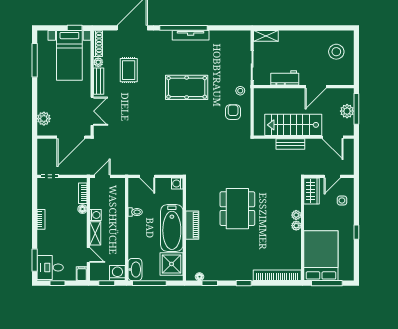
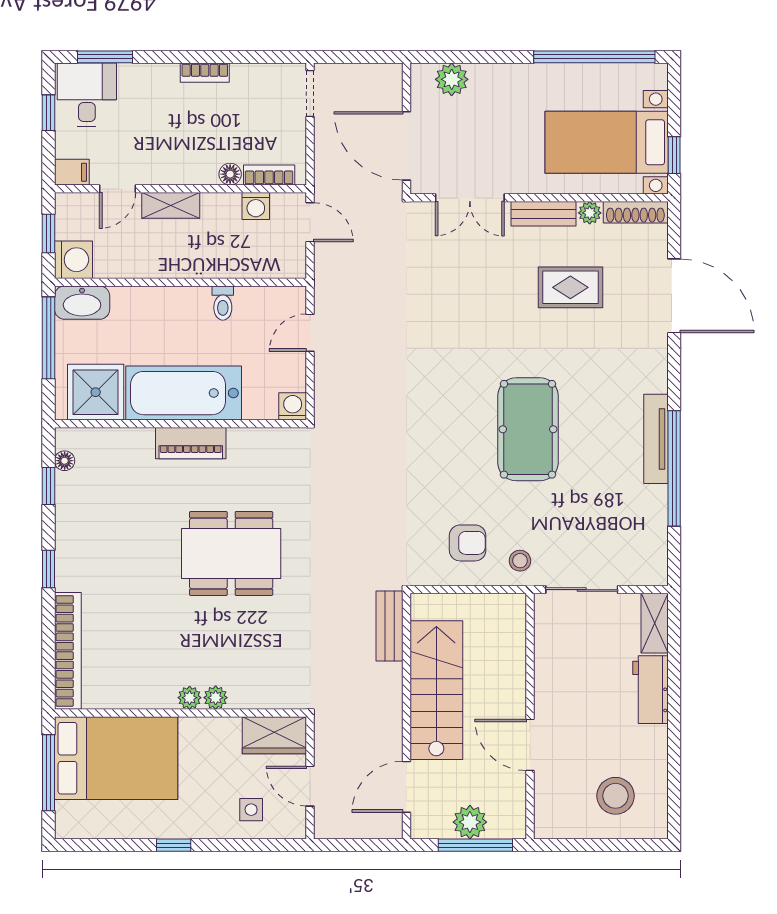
window: (184, 28) -> (674, 468), moved
window: (35, 60) -> (594, 57), width x1.46
workbench: (285, 78) -> (650, 690), moved, turned 180
bench: (290, 144) -> (389, 626), moved
washing machine: (95, 215) -> (256, 206), moved

